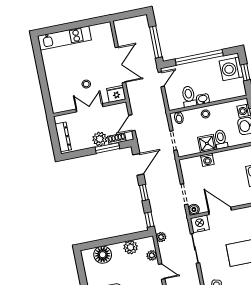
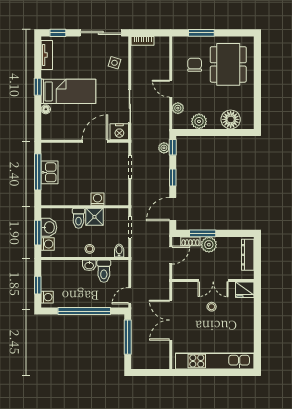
kitchen unit: (64, 38) -> (215, 361), width x1.36
washing machine: (231, 69) -> (47, 297), width x0.53, depth x0.53
fridge: (116, 94) -> (245, 290), moved
boiler: (194, 210) -> (123, 148), removed
door: (220, 211) -> (95, 141), swing flipped
plant: (161, 237) -> (164, 148), moved

